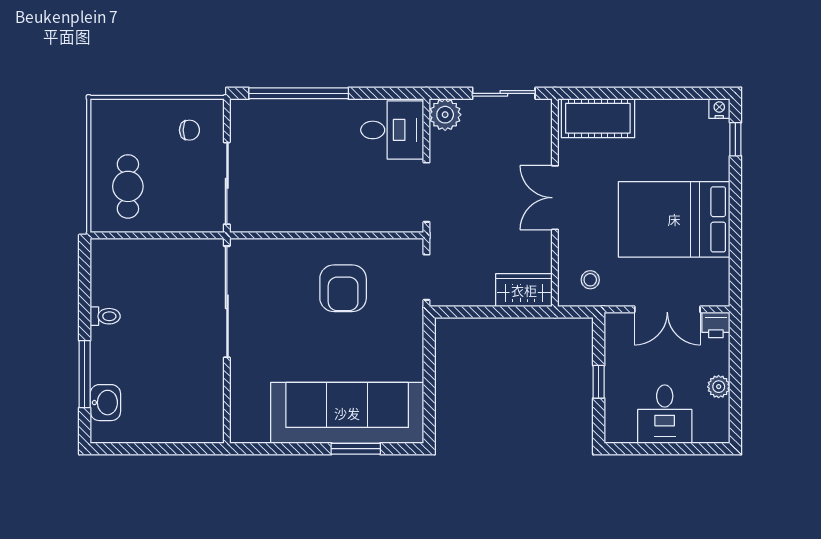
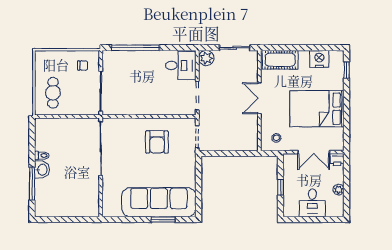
nightstand: (719, 109) -> (319, 59), moved, width x1.89, depth x1.79
wardrobe: (524, 290) -> (244, 143), removed
washbasin: (105, 403) -> (42, 170), moved

